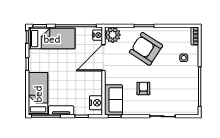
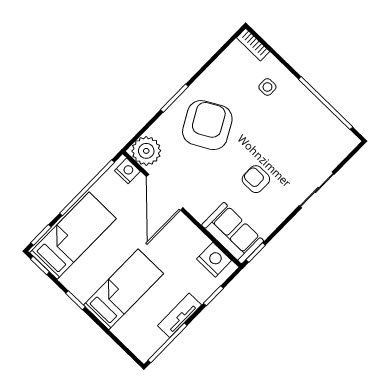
armchair: (146, 49) -> (207, 125), turned 118
bed: (38, 94) -> (123, 289), moved, turned 90

